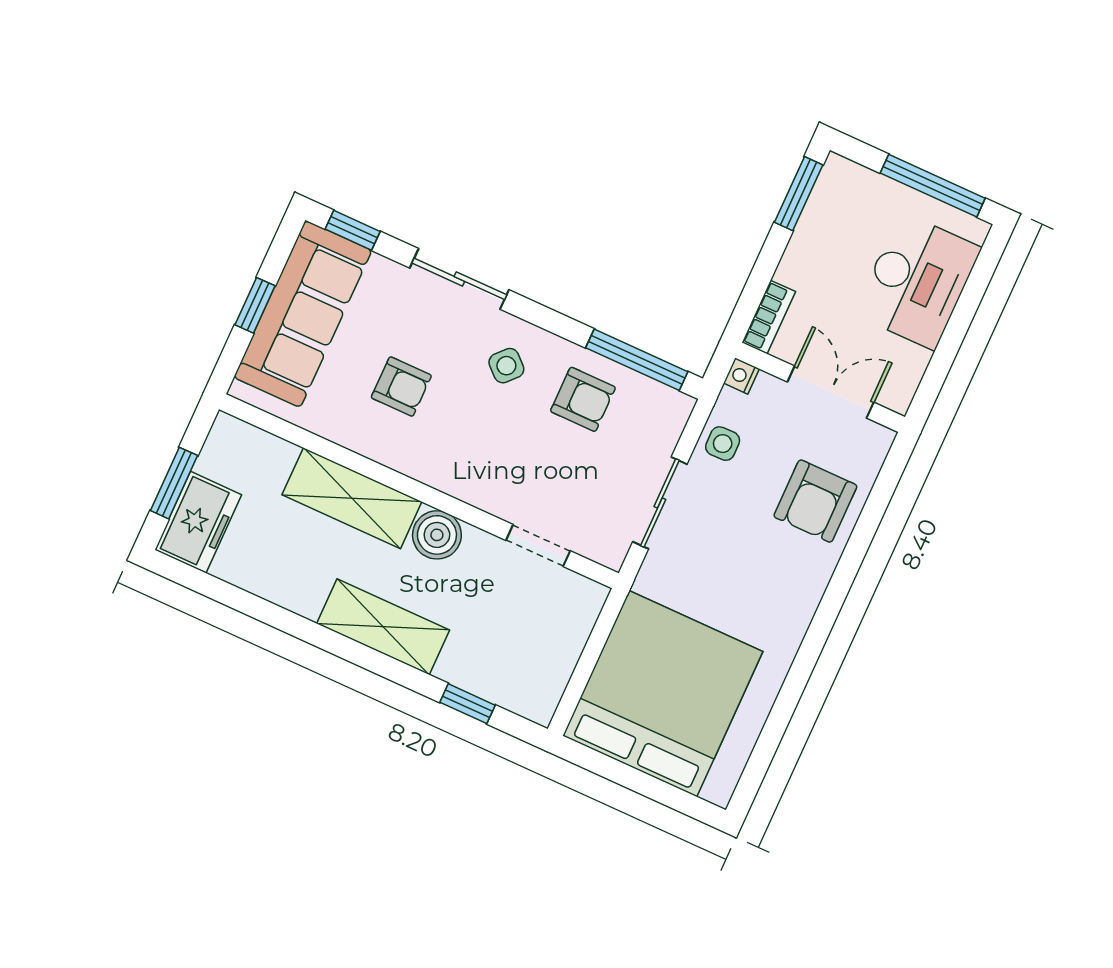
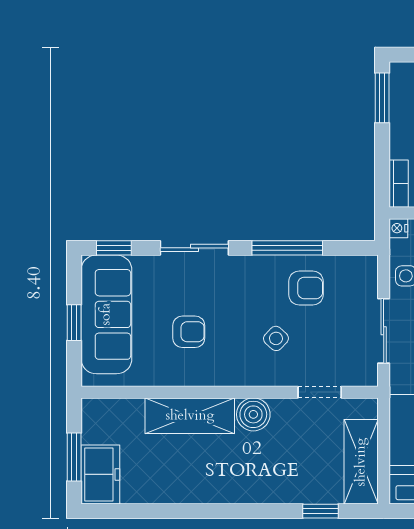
window: (637, 360) -> (287, 248), moved
side table: (506, 366) -> (276, 338), moved
shelving: (383, 627) -> (361, 462), moved, turned 90

